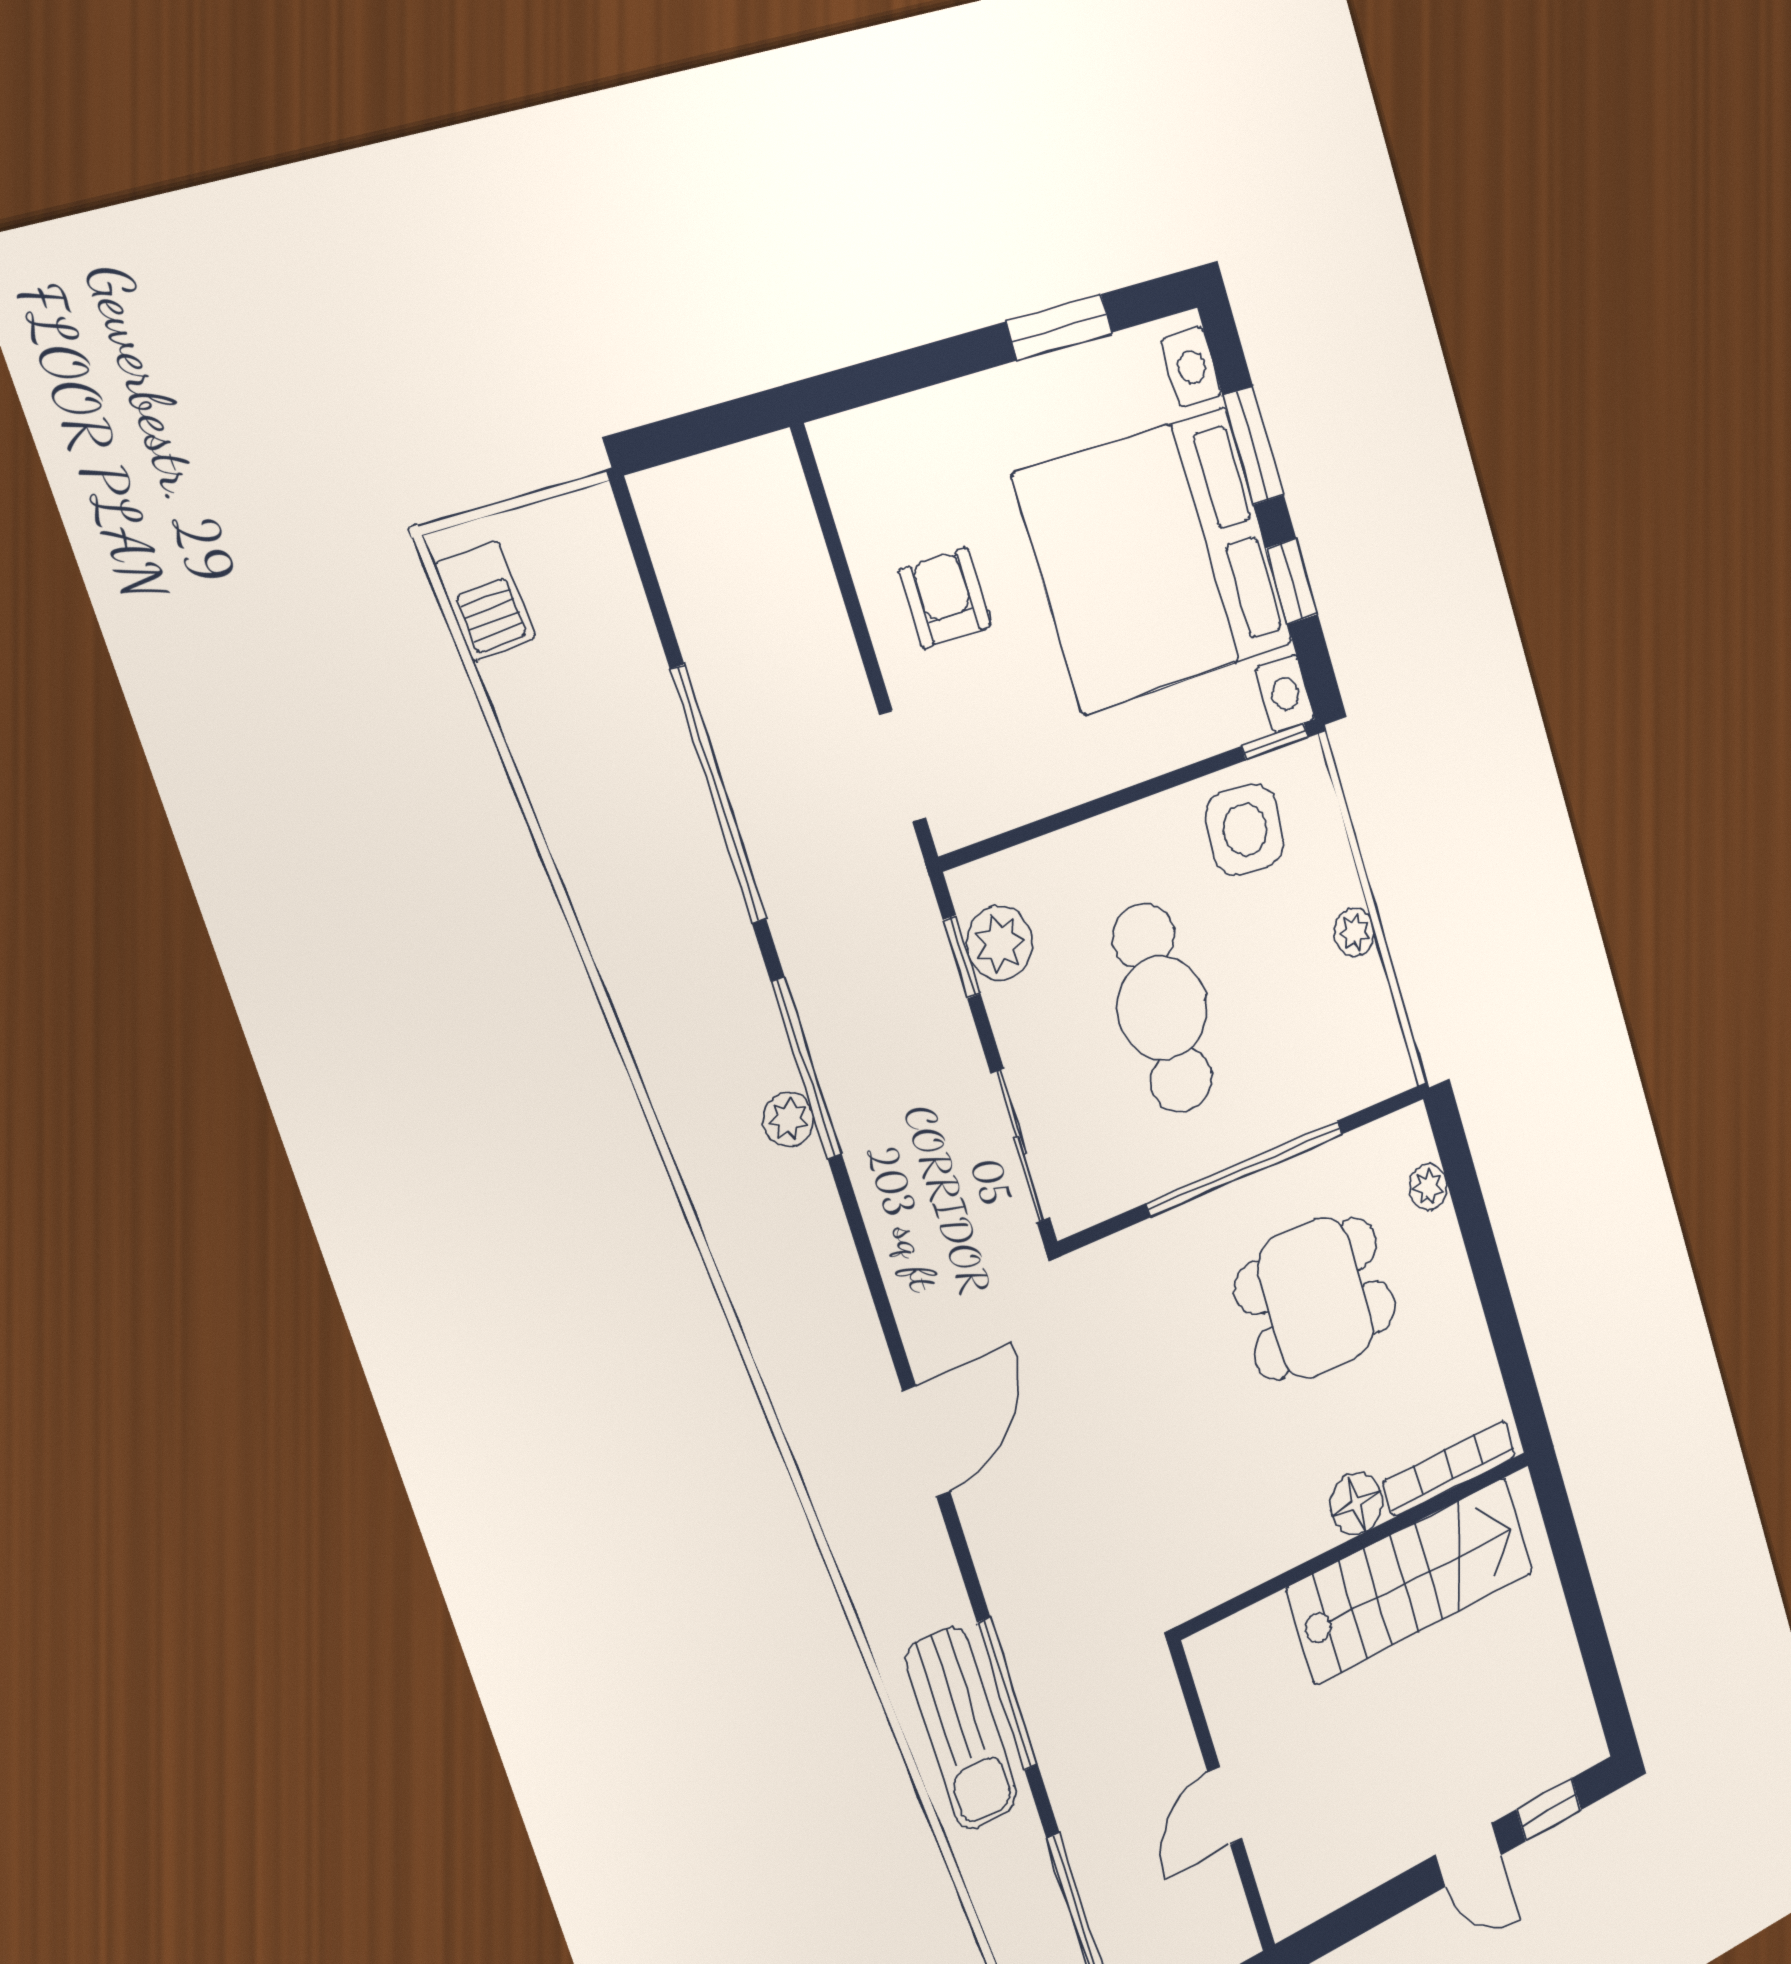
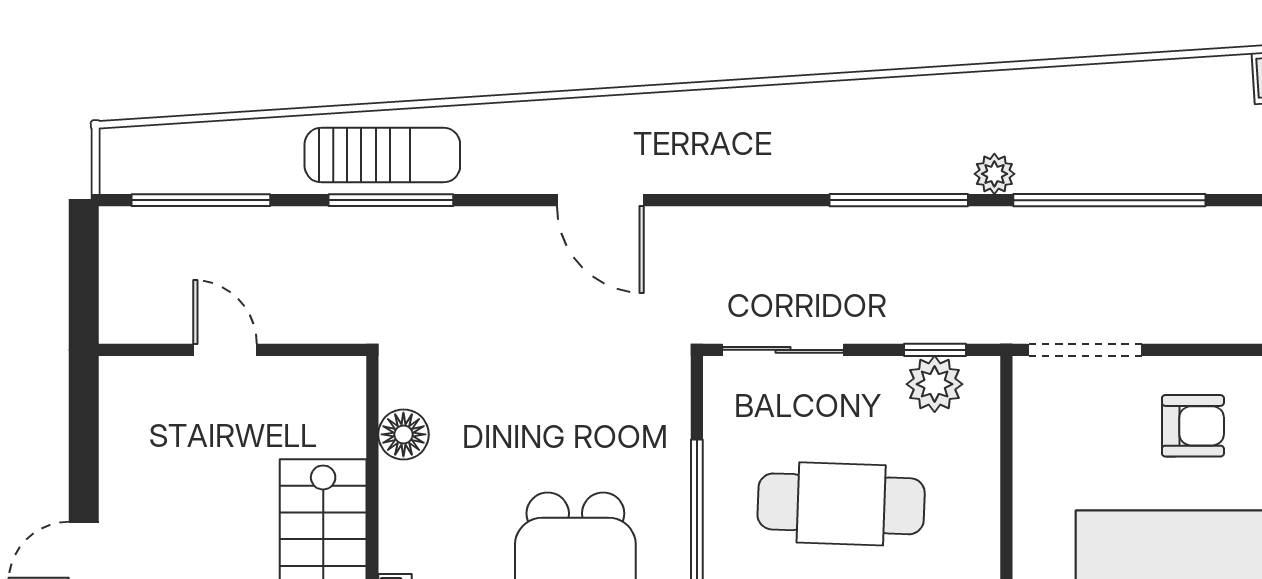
doorway: (903, 766) -> (1085, 350), width x1.38
plant: (788, 1119) -> (994, 174), moved
floor lamp: (1357, 1504) -> (403, 434), moved
sun lounger: (962, 1728) -> (382, 155), turned 180

